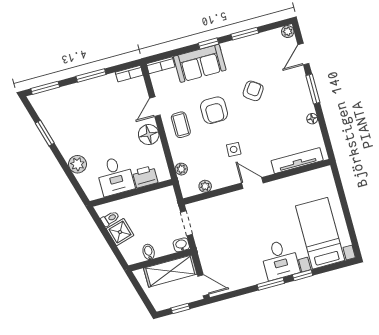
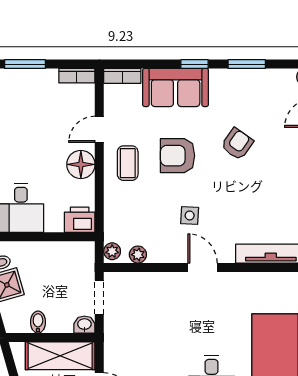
armchair: (214, 110) -> (178, 156), turned 90
plant: (181, 169) -> (112, 251), moved
printer: (145, 177) -> (80, 220), moved

